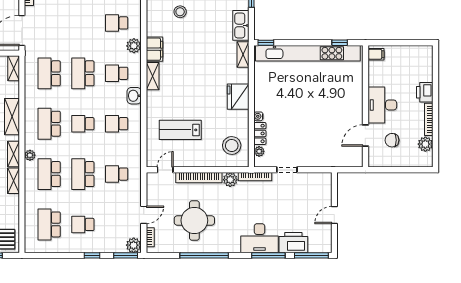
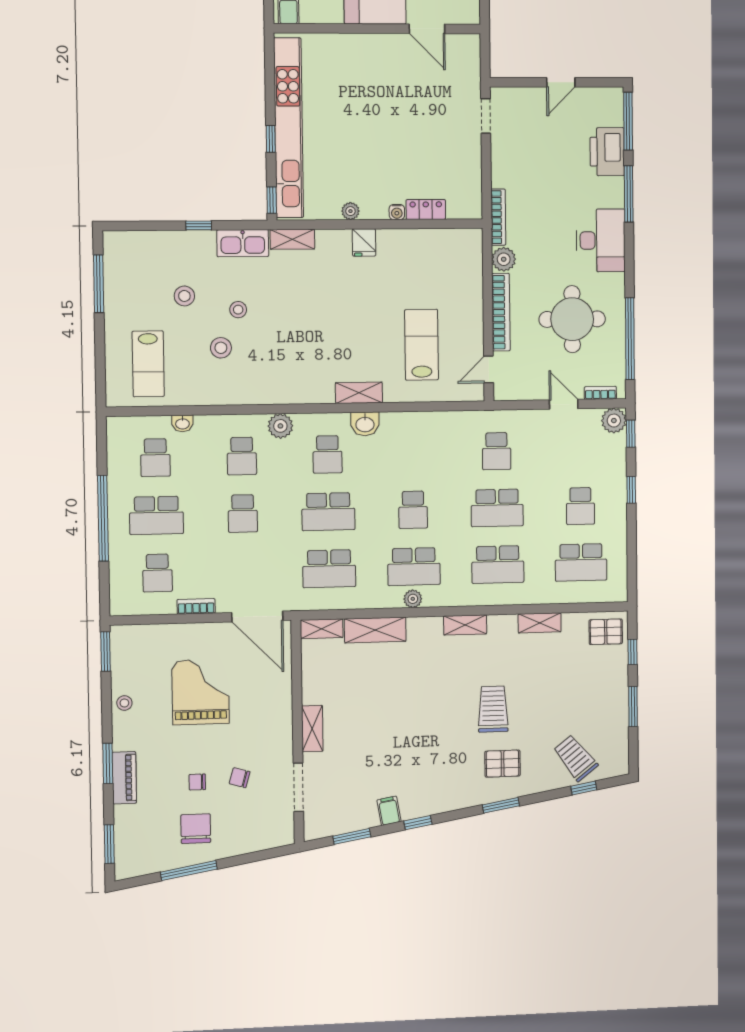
window: (340, 43) -> (271, 139), moved
filing cabinet: (154, 49) -> (286, 391), removed
shelving: (153, 76) -> (359, 393), moved
fridge: (238, 97) -> (364, 242), width x0.53, depth x0.75
shelving: (12, 117) -> (375, 630), moved
school desk: (117, 124) -> (243, 513), moved
lab bench: (180, 130) -> (422, 345), turned 180
stool: (232, 146) -> (238, 310), moved, width x0.53, depth x0.53
plant: (259, 151) -> (350, 211), moved
plant: (30, 155) -> (413, 599), moved
door: (165, 170) -> (489, 369), hinge flipped
doorway: (287, 170) -> (486, 116), moved
shelving: (13, 181) -> (540, 623), moved
door: (334, 215) -> (561, 82), hinge flipped
desk: (259, 238) -> (601, 240), moved
window: (126, 255) -> (631, 434), width x0.67
window: (204, 255) -> (630, 339), moved

